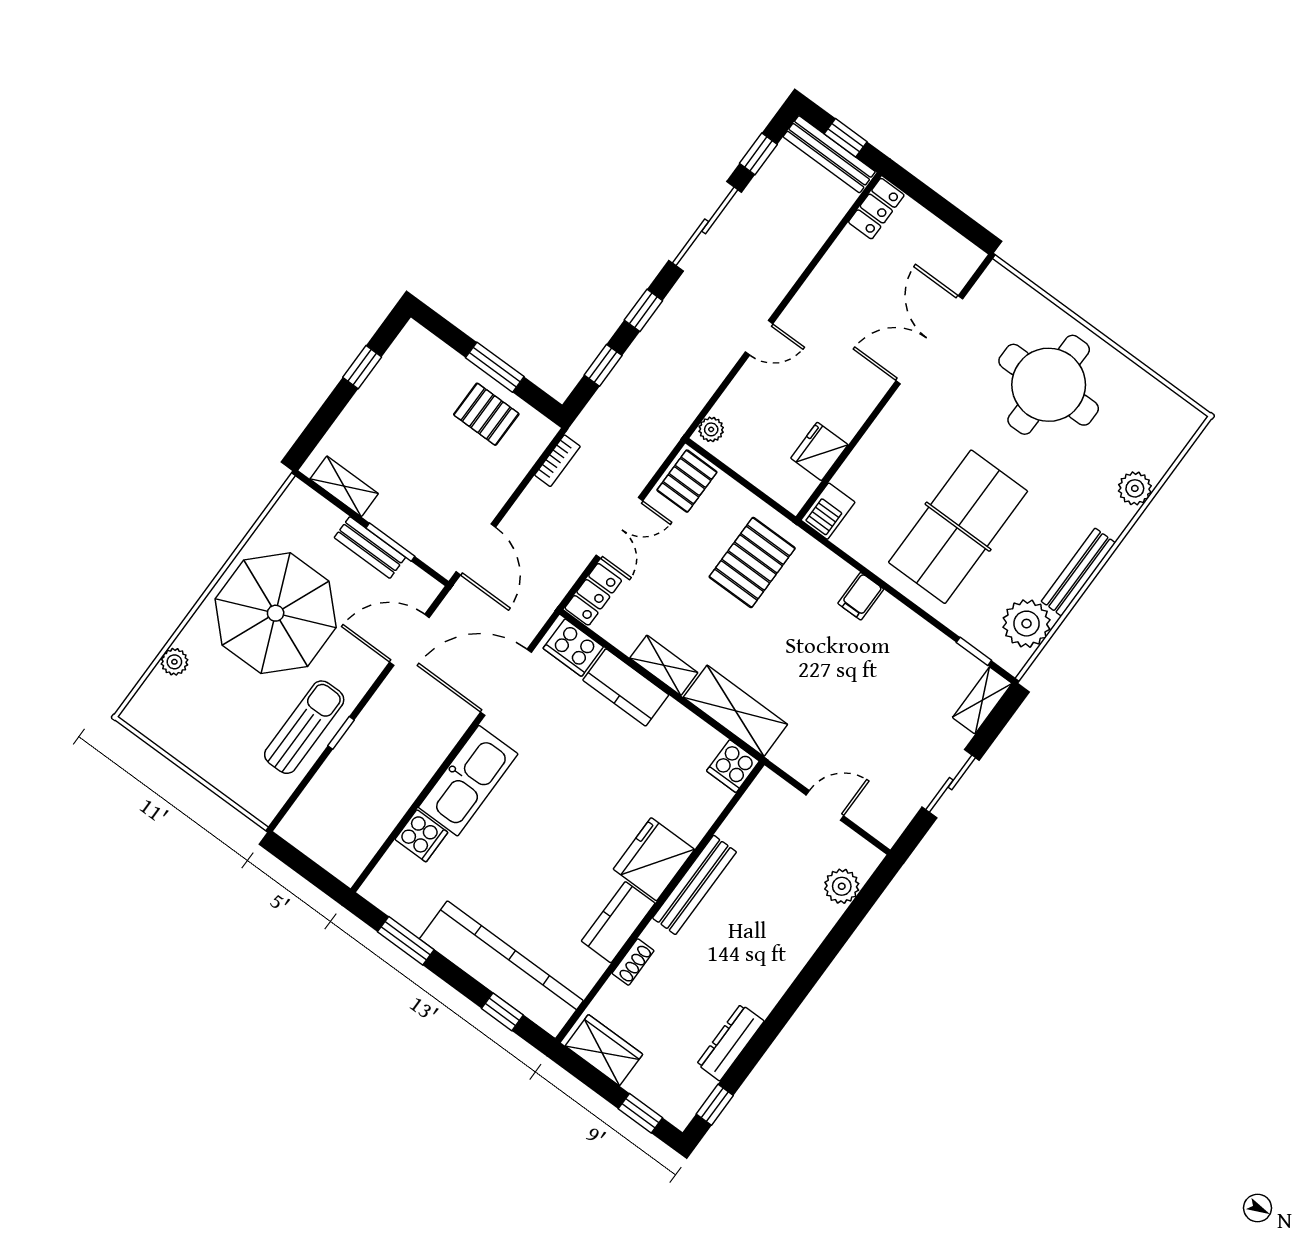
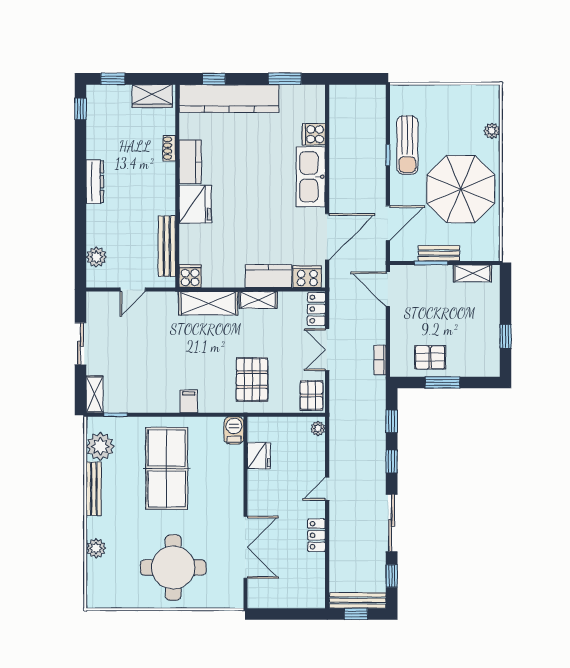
locker: (876, 209) -> (317, 535), moved
bench: (694, 885) -> (167, 246), moved
dresser: (730, 1042) -> (95, 182), moved

